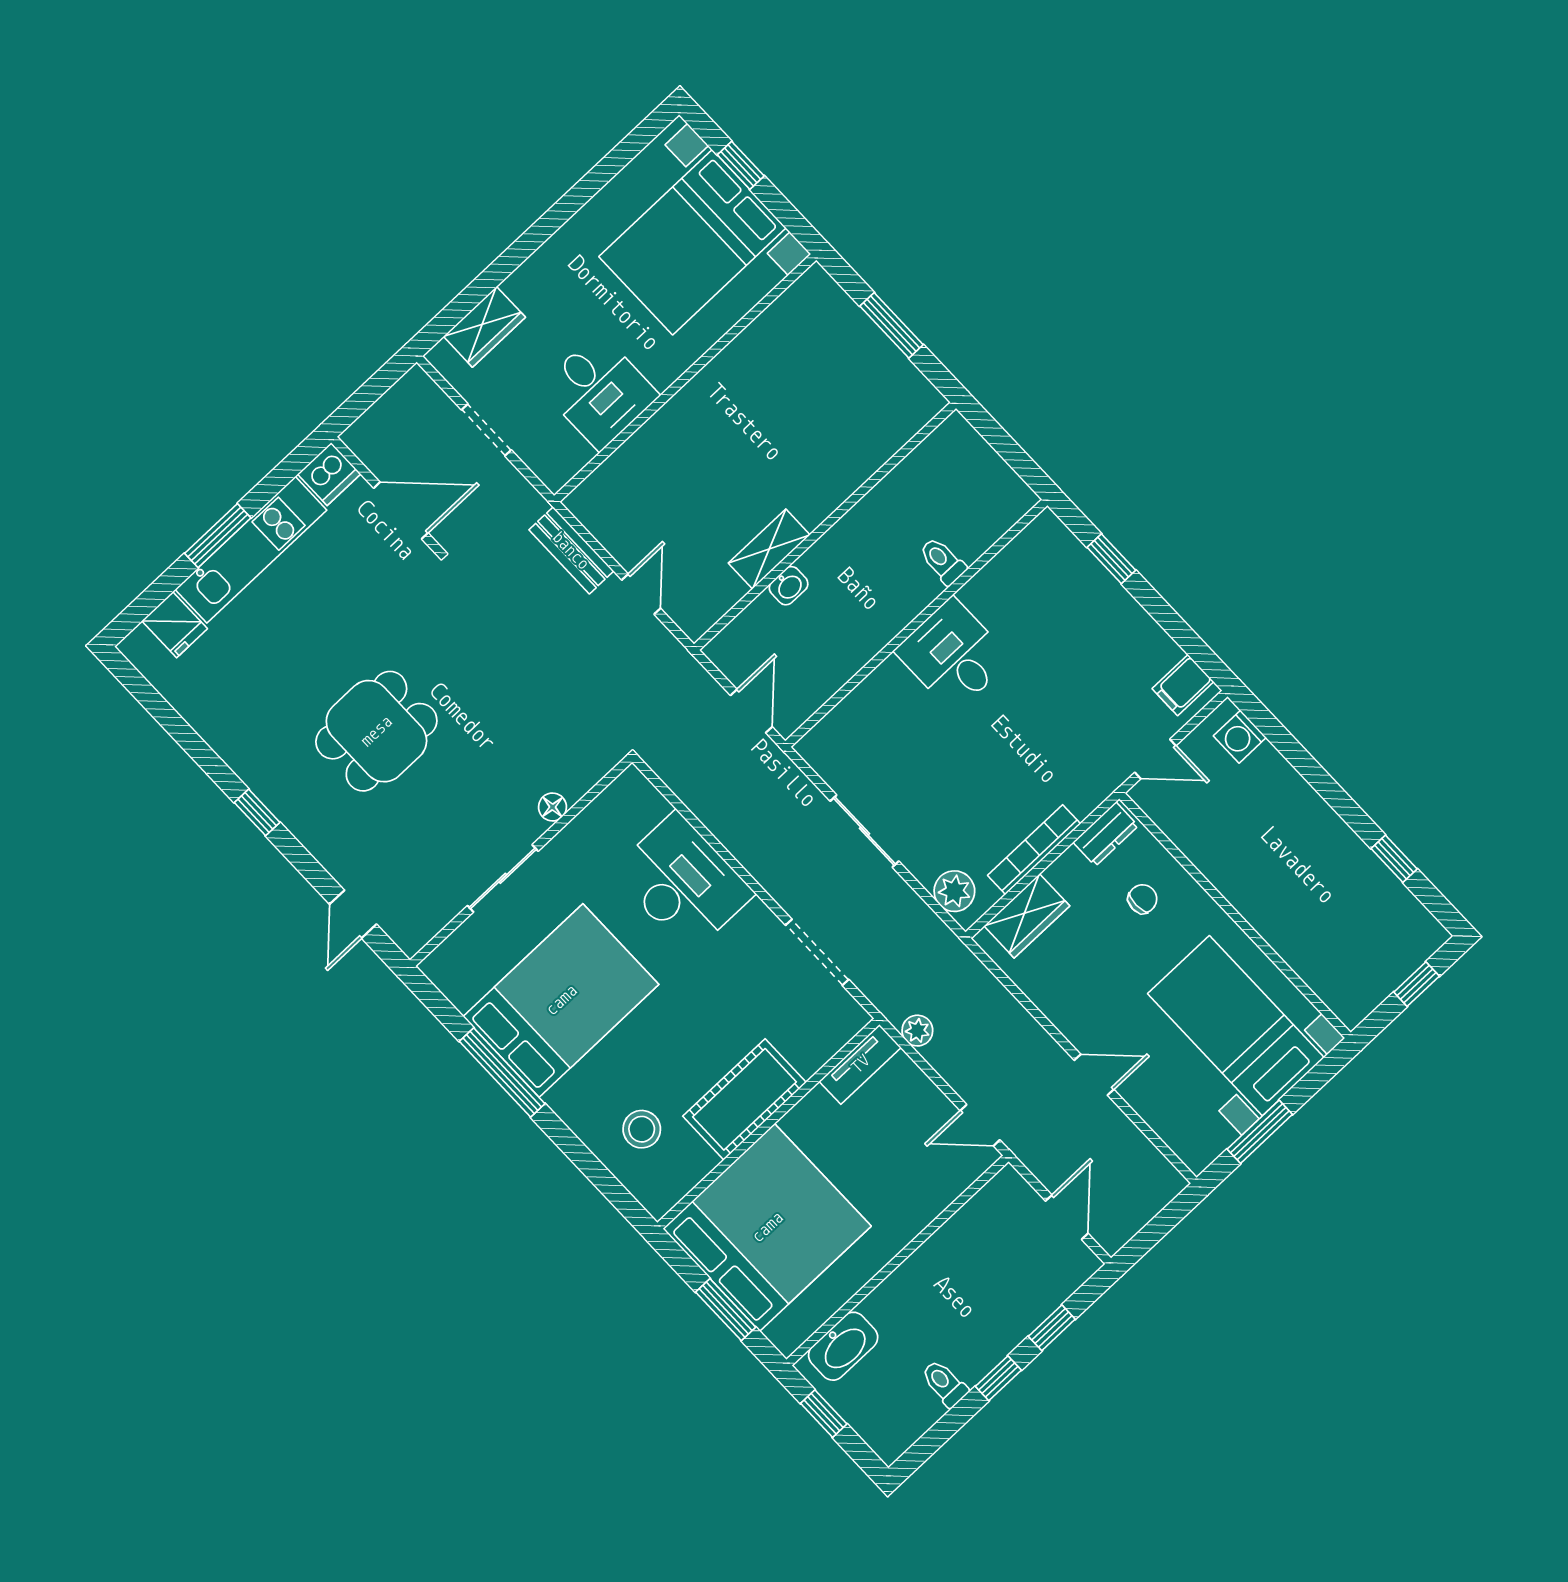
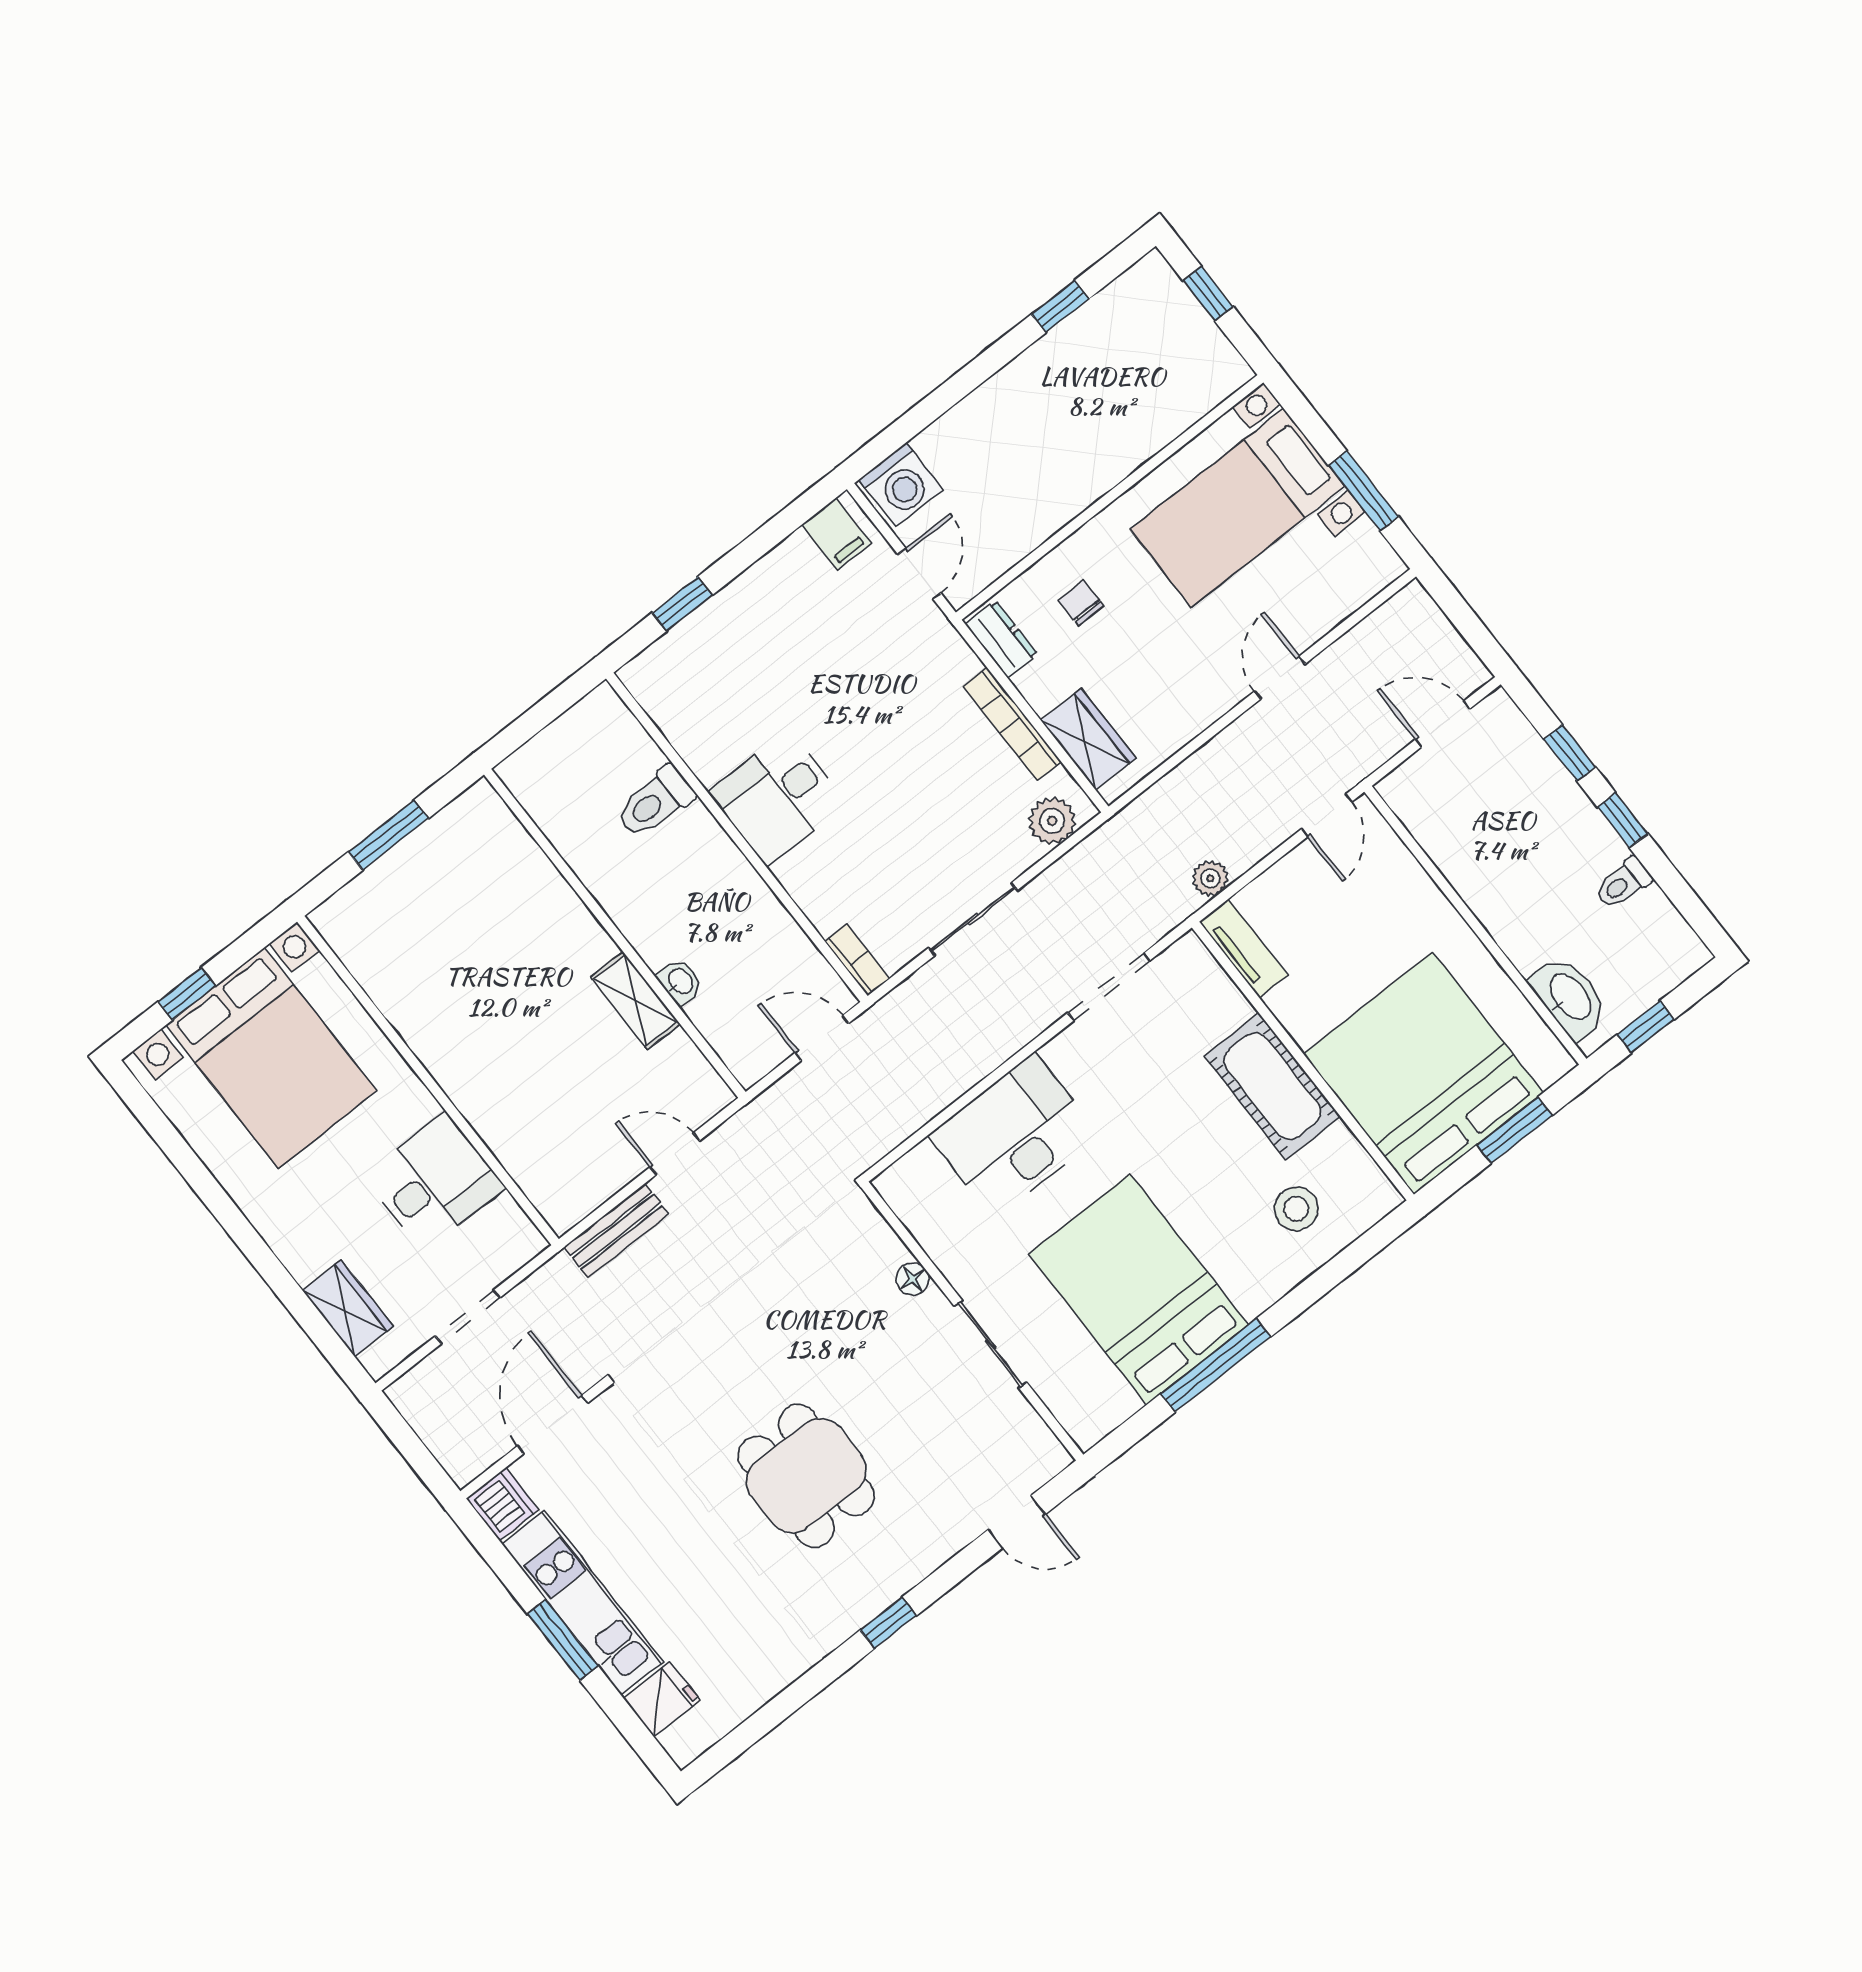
toilet: (943, 561) -> (655, 802), width x1.37, depth x1.39
bookcase: (821, 735) -> (857, 960), added
washing machine: (1240, 737) -> (901, 485), width x1.38, depth x1.38

